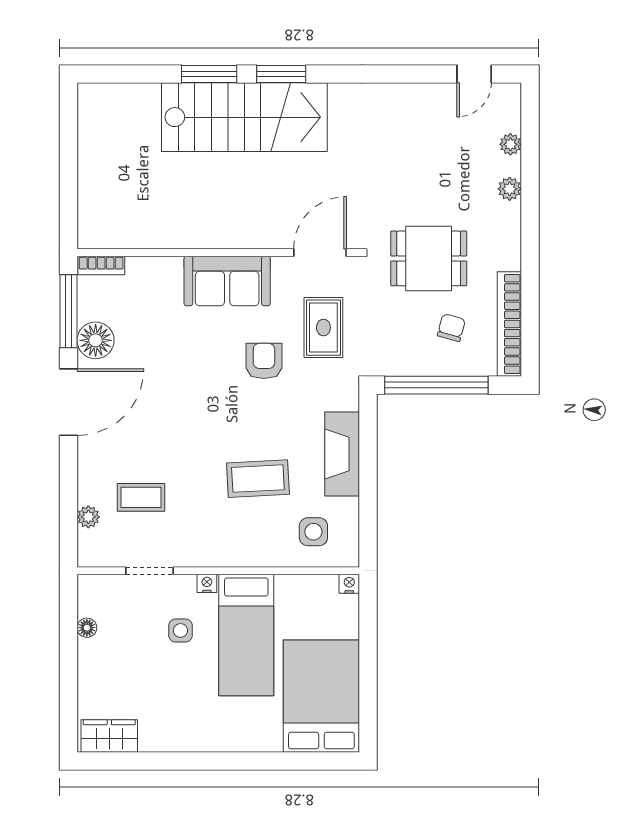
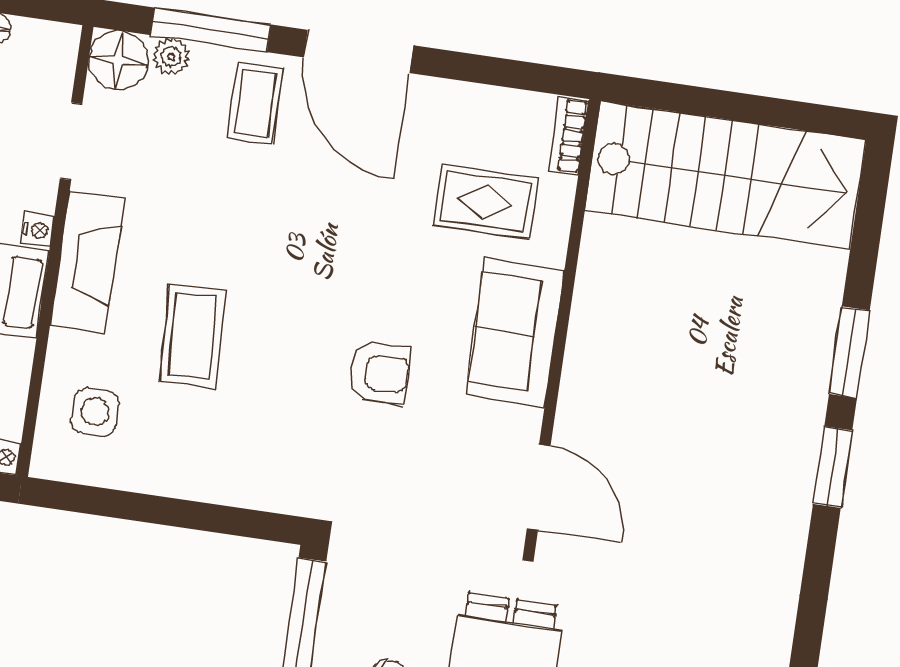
stairs: (244, 117) -> (725, 175), moved, turned -90
window: (68, 311) -> (211, 30), moved
rug: (323, 328) -> (485, 202), moved
floor lamp: (96, 340) -> (119, 61), moved
fireplace: (342, 454) -> (87, 262), moved, turned 90
coffee table: (141, 497) -> (255, 103), moved

